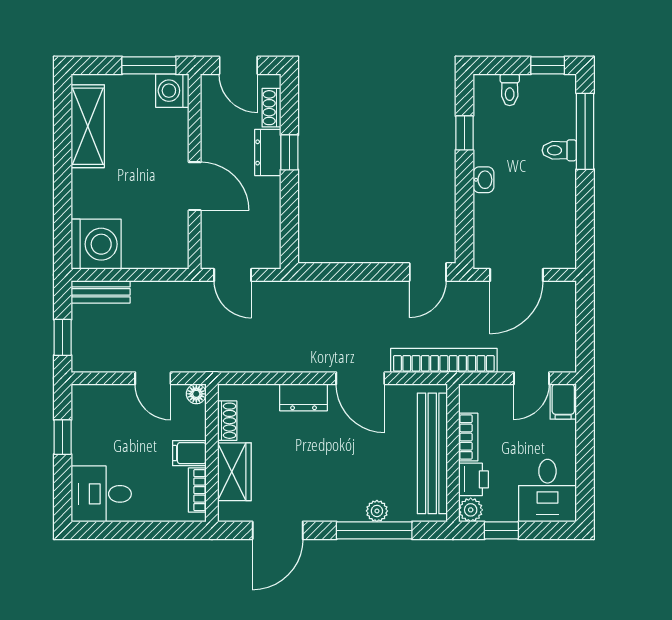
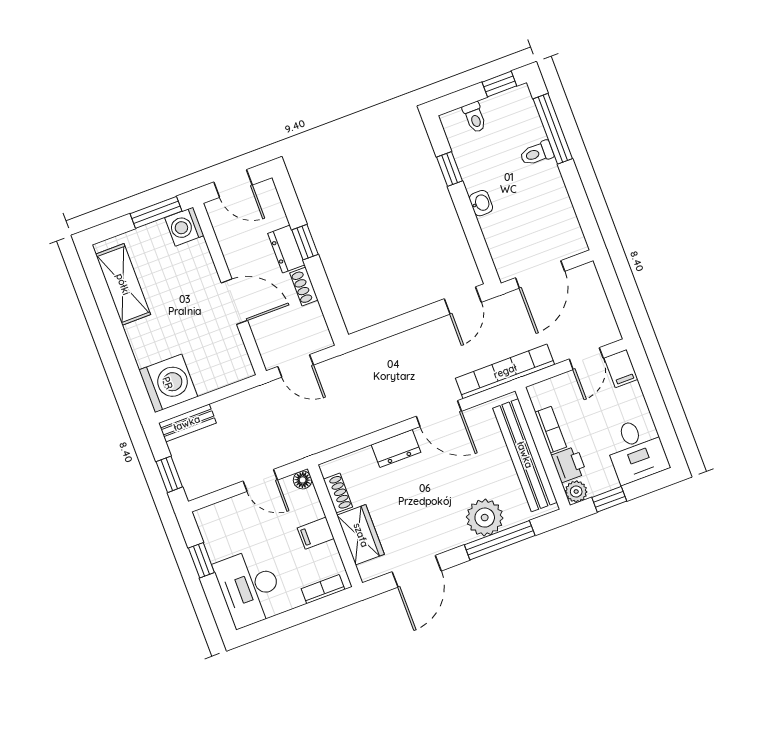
shoe rack: (271, 108) -> (304, 286), moved
bookcase: (197, 490) -> (323, 589), moved, turned 90
desk: (101, 494) -> (250, 588), width x1.37
plant: (377, 511) -> (485, 518), width x1.88, depth x1.88

